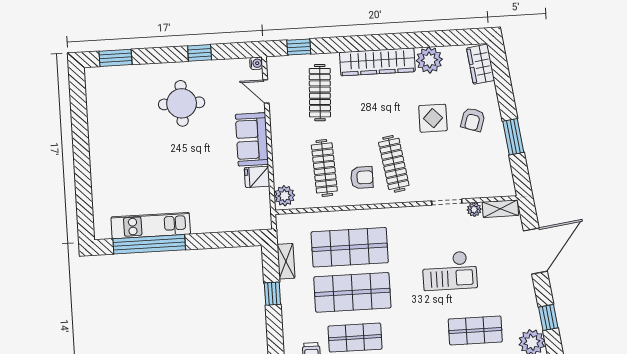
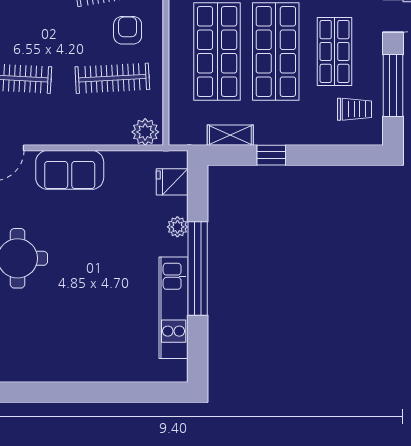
fridge: (257, 177) -> (172, 182), moved, turned 90
plant: (213, 225) -> (177, 227), added
window: (149, 244) -> (198, 269), moved

